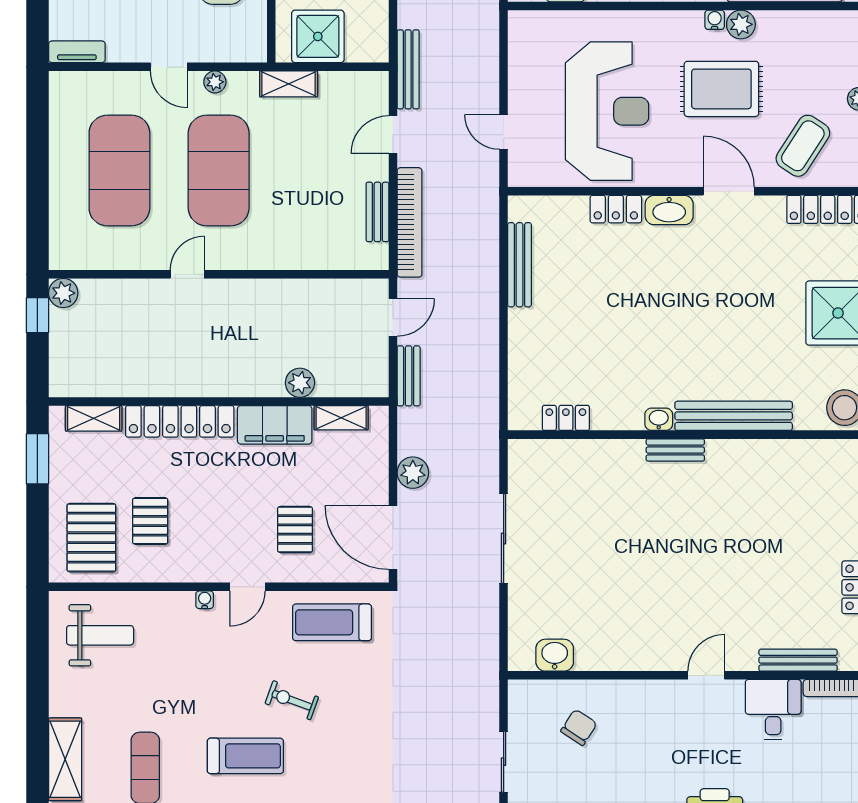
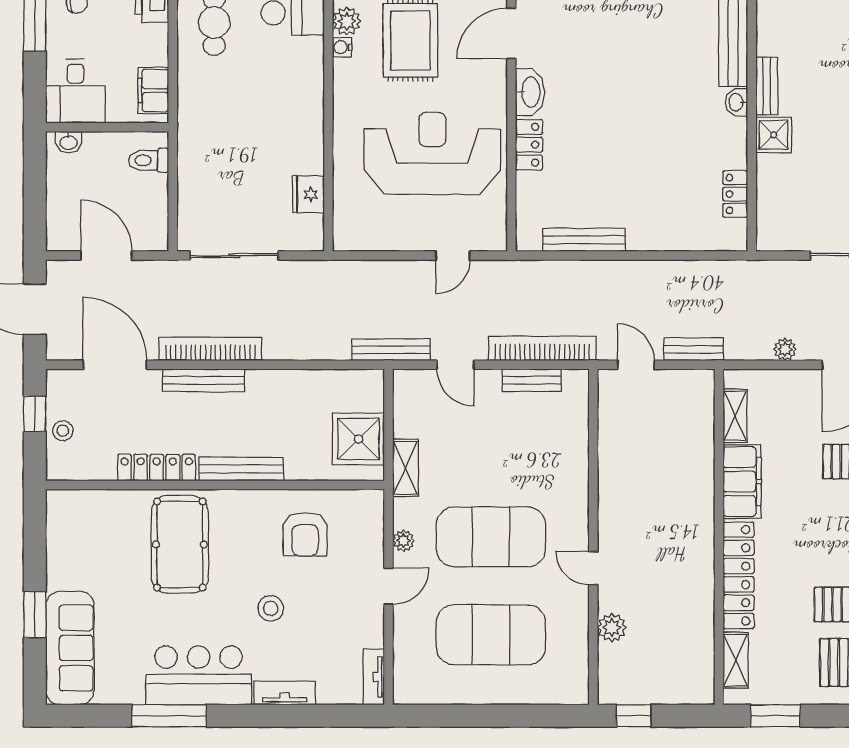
plant: (63, 293) -> (612, 628), moved
plant: (300, 383) -> (700, 457), removed
shower: (626, 457) -> (774, 135), added
plant: (413, 473) -> (785, 349), width x0.73, depth x0.73

